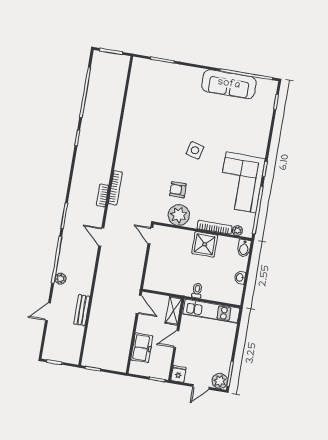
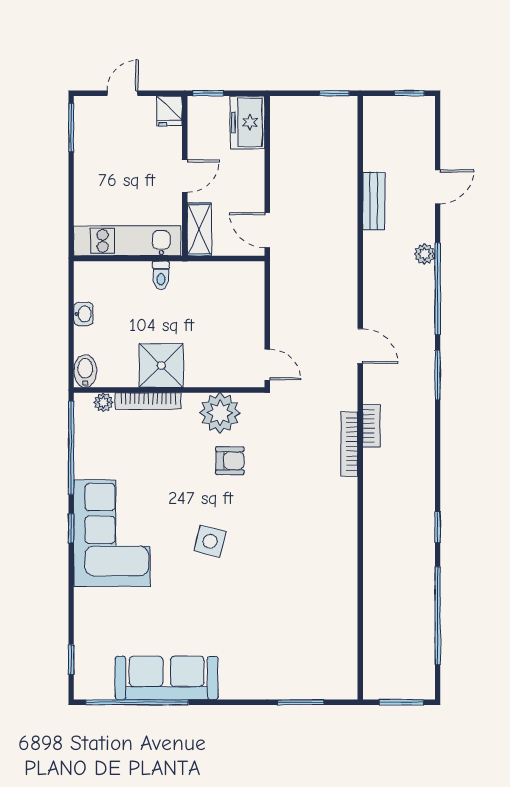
corner sofa: (241, 182) -> (112, 533), moved
freezer: (142, 348) -> (247, 122), moved
plant: (220, 381) -> (89, 111), removed

